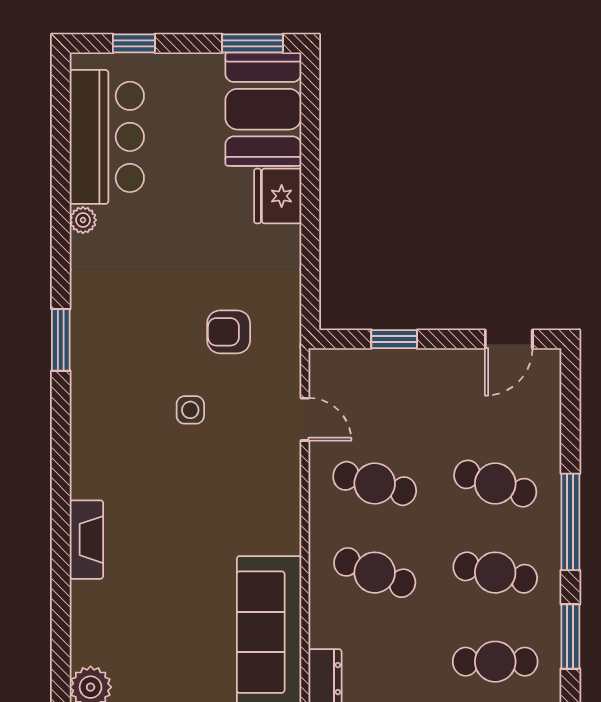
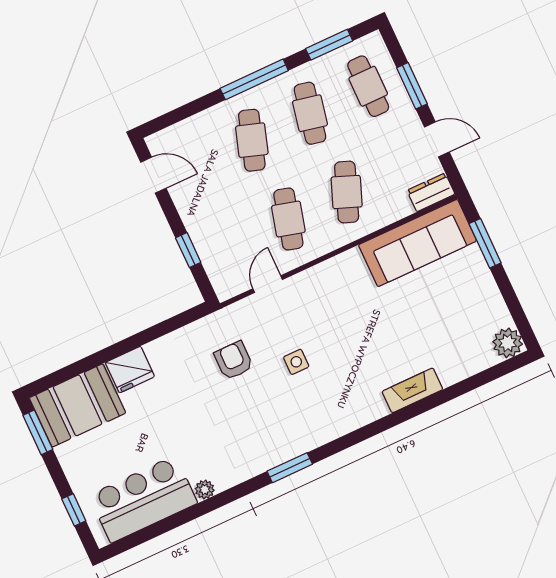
armchair: (229, 332) -> (234, 360), turned 180

